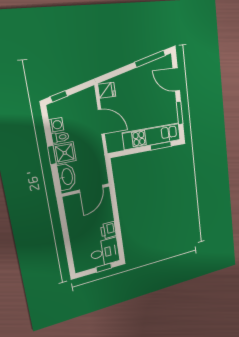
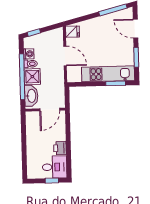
window: (52, 155) -> (22, 77), width x3.17

